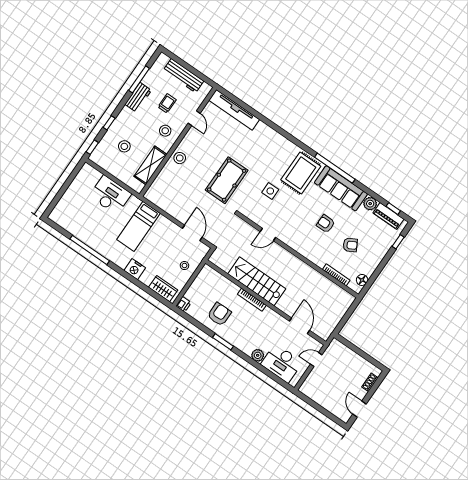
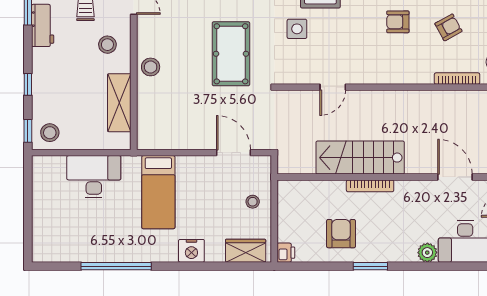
stool: (124, 146) -> (50, 133), moved

